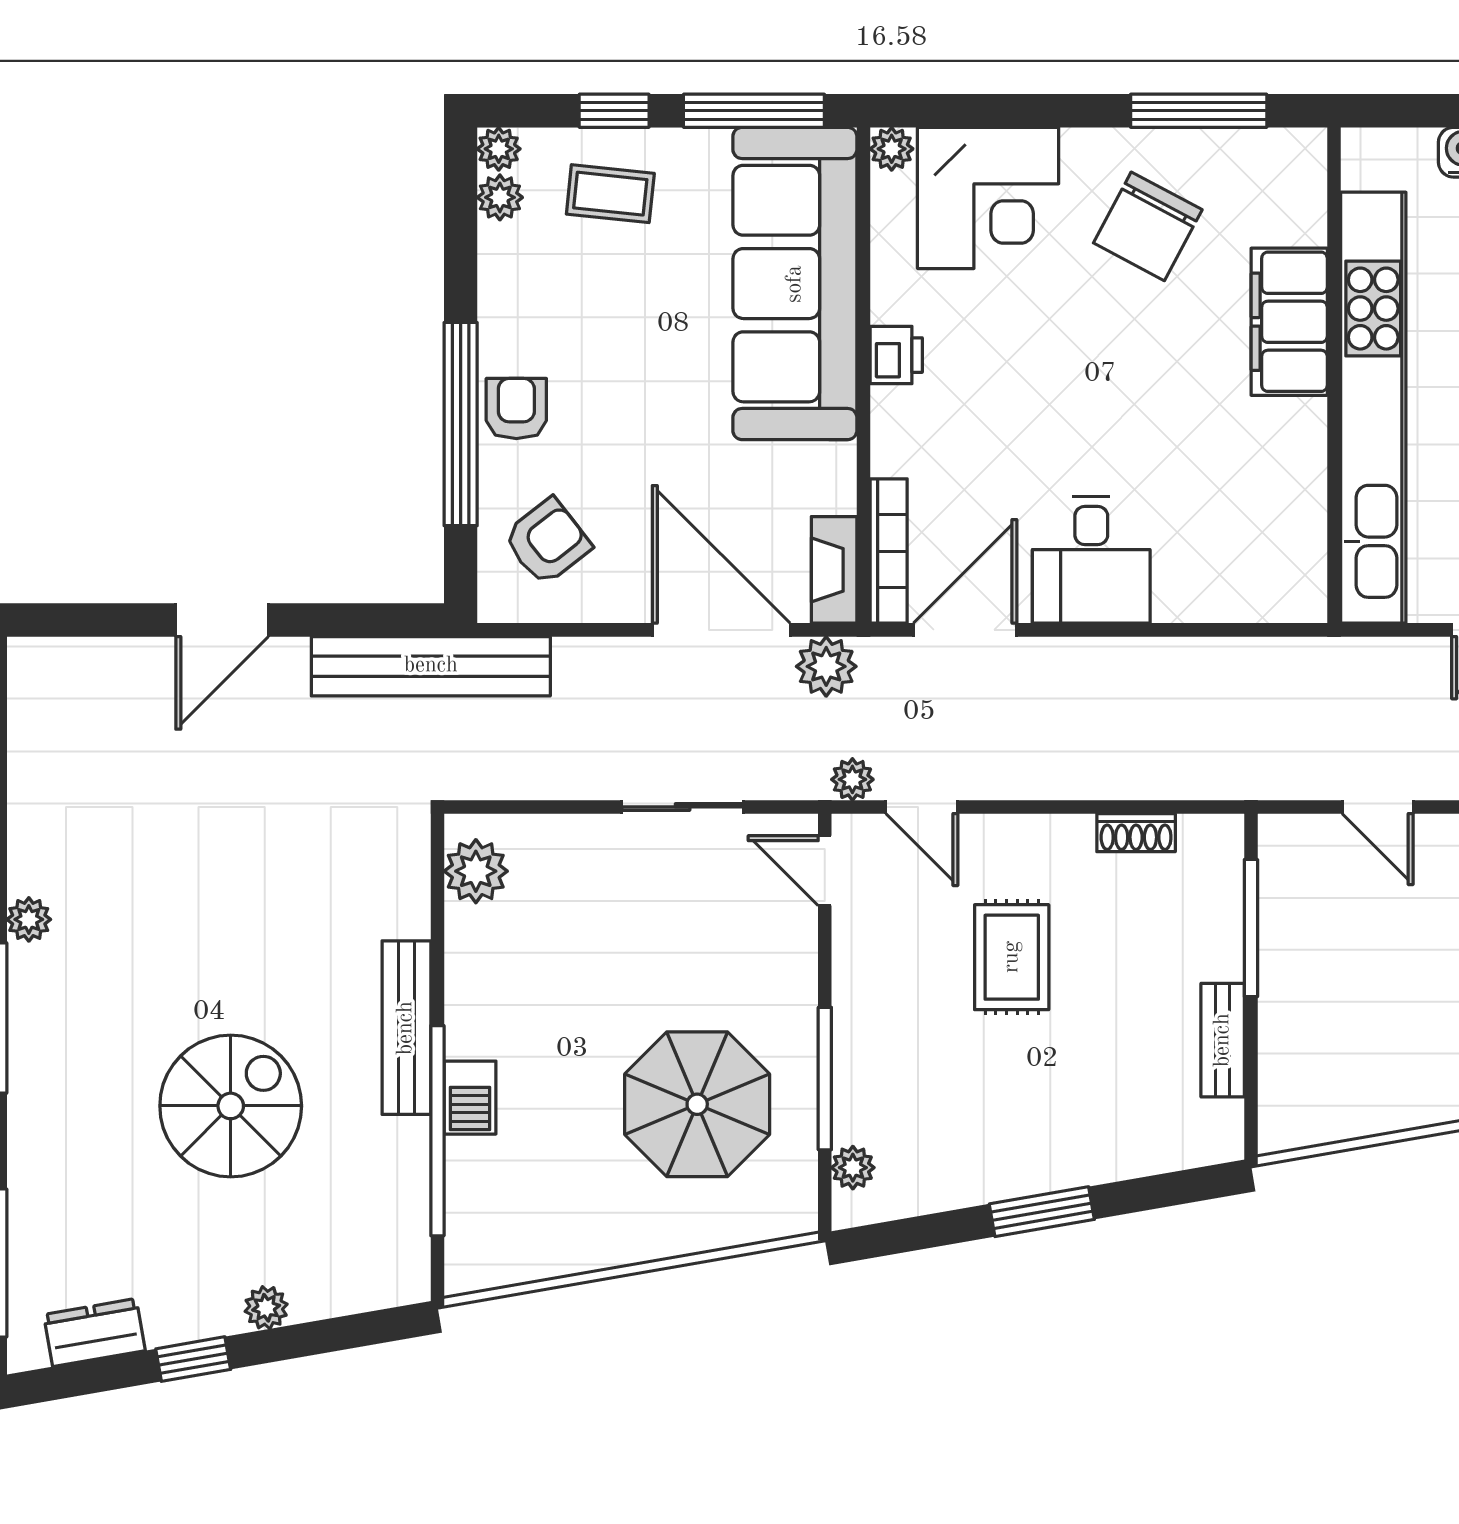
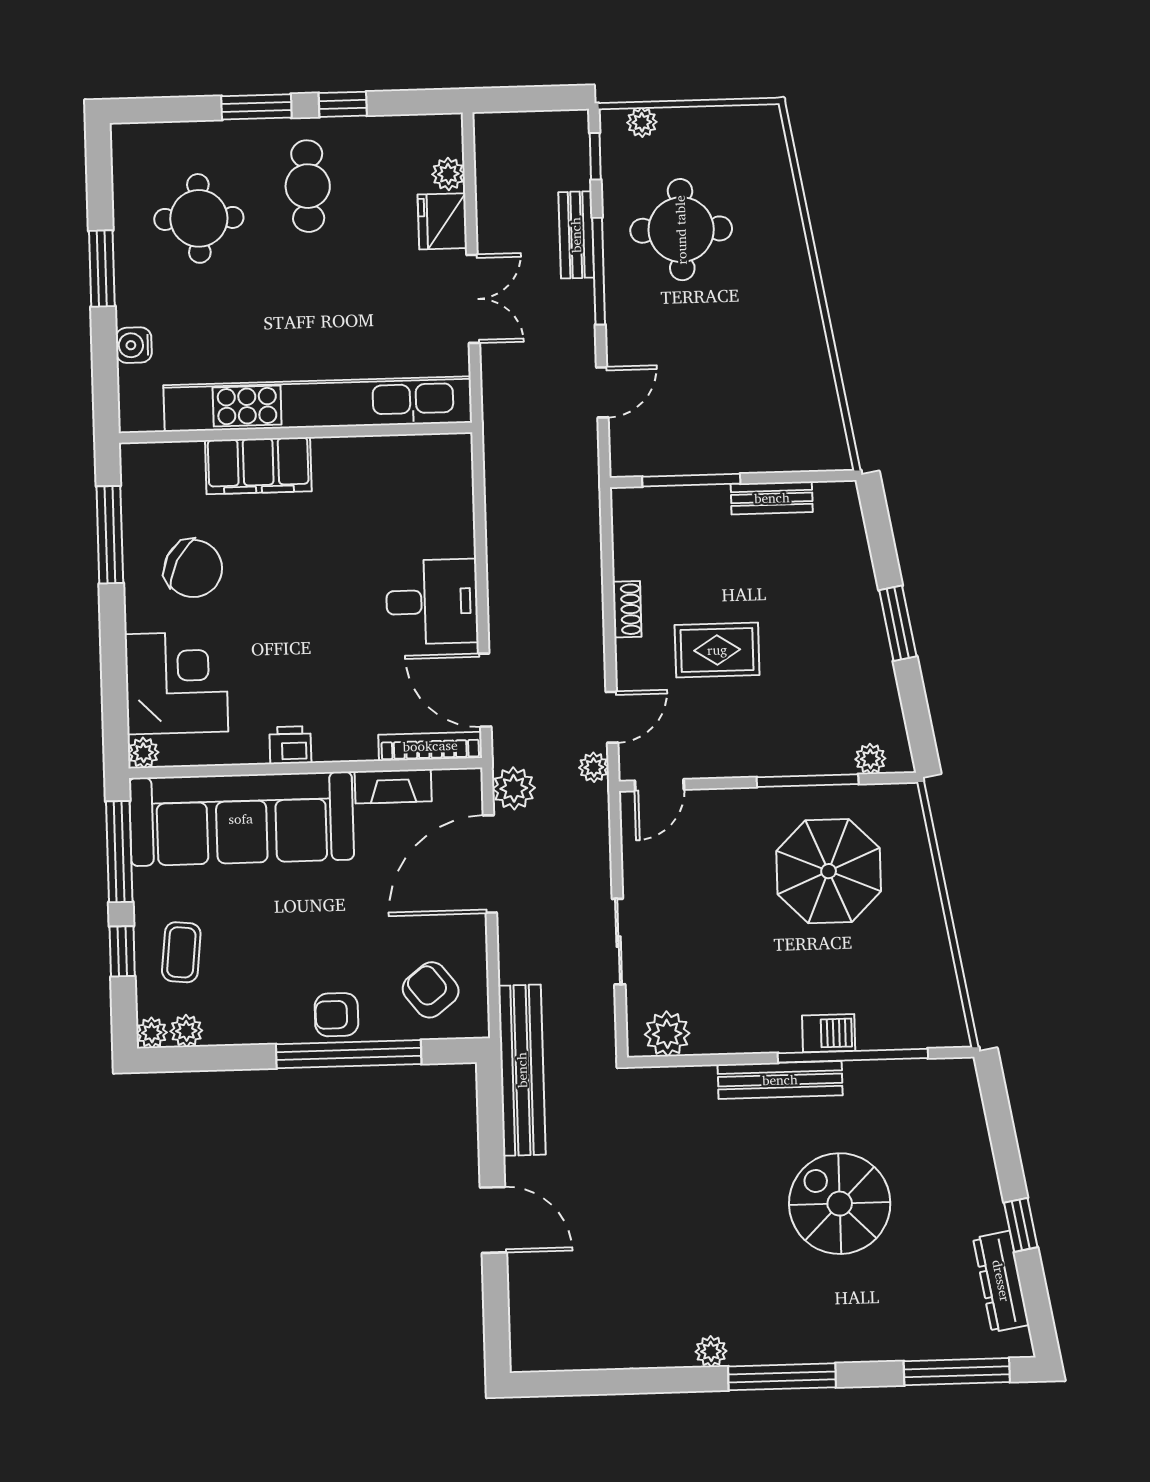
fireplace: (834, 570) -> (393, 786), moved
sliding door: (683, 807) -> (619, 942), moved
shoe rack: (1136, 833) -> (627, 609), moved
plant: (266, 1308) -> (983, 1174), removed
dresser: (94, 1333) -> (1001, 1281), width x1.44

